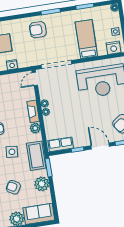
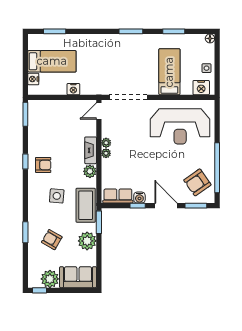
armchair: (38, 30) -> (112, 51), removed
water cooler: (78, 143) -> (139, 198), added

